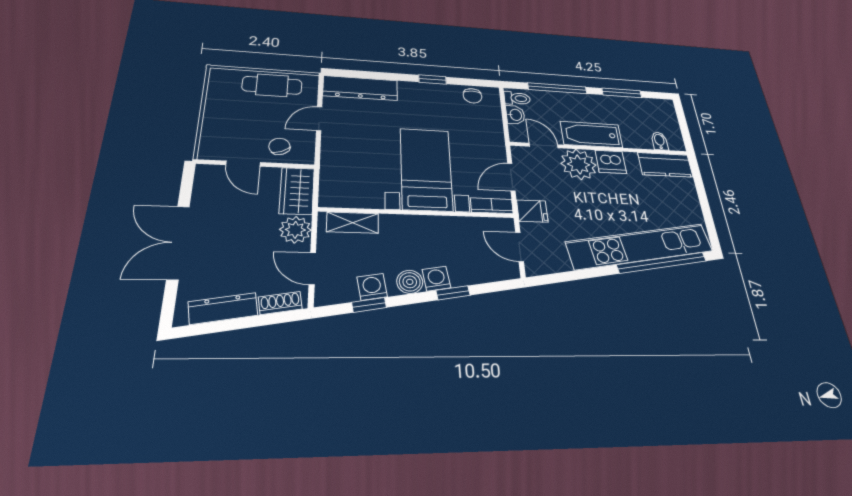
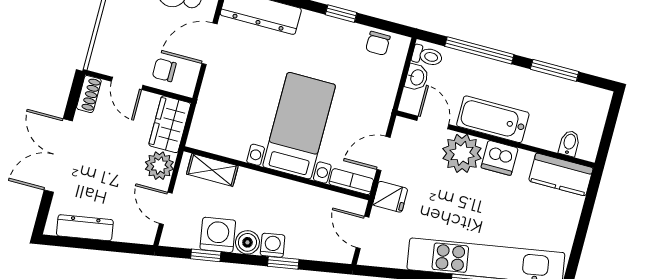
door: (319, 119) -> (209, 44), width x1.37
chair: (279, 146) -> (164, 70), turned -67
washing machine: (372, 287) -> (218, 235), width x1.38, depth x1.38
shoe rack: (280, 303) -> (89, 94), moved, turned 99

